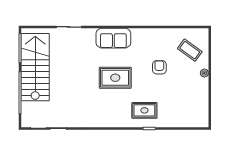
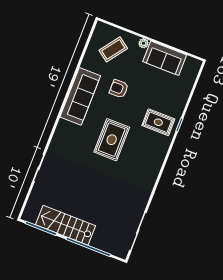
sofa: (113, 38) -> (80, 96), moved, width x1.36
stairs: (35, 67) -> (65, 225), width x0.73, depth x0.66
sofa: (199, 95) -> (165, 58), added
rug: (144, 110) -> (158, 122), turned 90

